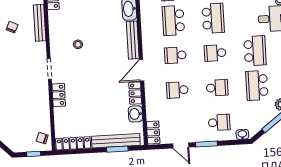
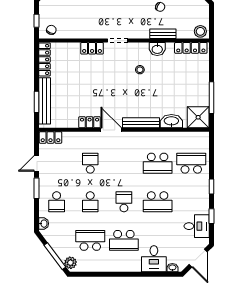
school desk: (173, 21) -> (158, 163), turned 180
bench: (40, 23) -> (163, 34), width x0.73
school desk: (175, 55) -> (124, 163), removed
washbasin: (135, 114) -> (157, 49), moved, turned 180

